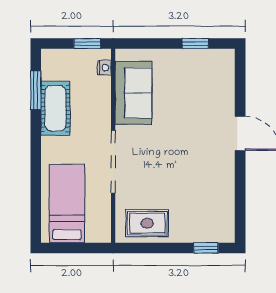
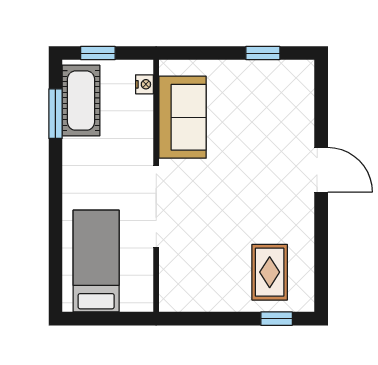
window: (87, 44) -> (98, 53), moved
cot: (55, 108) -> (81, 101), moved
rug: (147, 223) -> (270, 272), moved, turned 90

